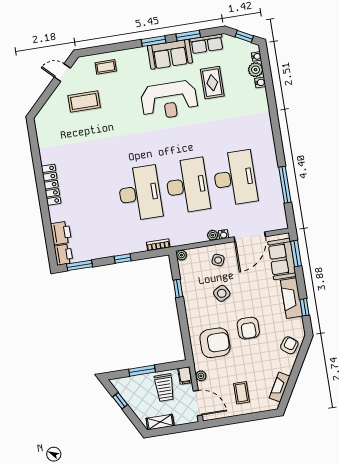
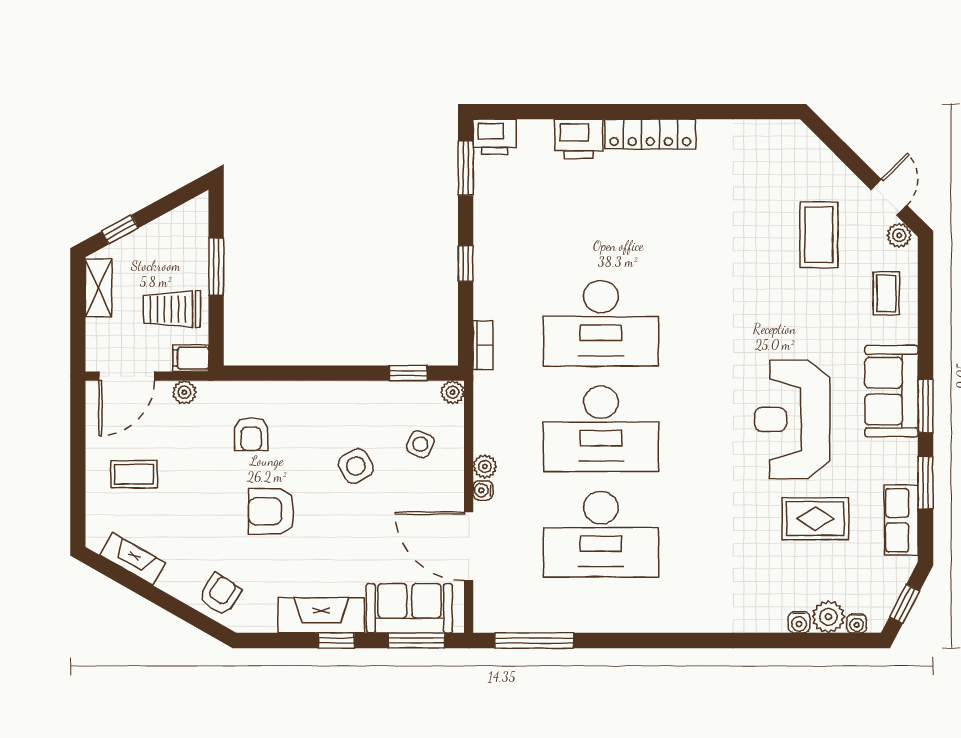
sofa: (170, 54) -> (891, 391), moved
plant: (79, 65) -> (899, 235), added
window: (285, 185) -> (534, 641), moved
printer: (61, 233) -> (579, 139), moved
side table: (218, 260) -> (420, 444), moved
window: (178, 288) -> (408, 373), moved
window: (305, 307) -> (336, 641), moved
armchair: (215, 343) -> (251, 434), width x0.53, depth x0.53
armchair: (289, 345) -> (220, 594), turned -94
window: (120, 401) -> (120, 230), moved

